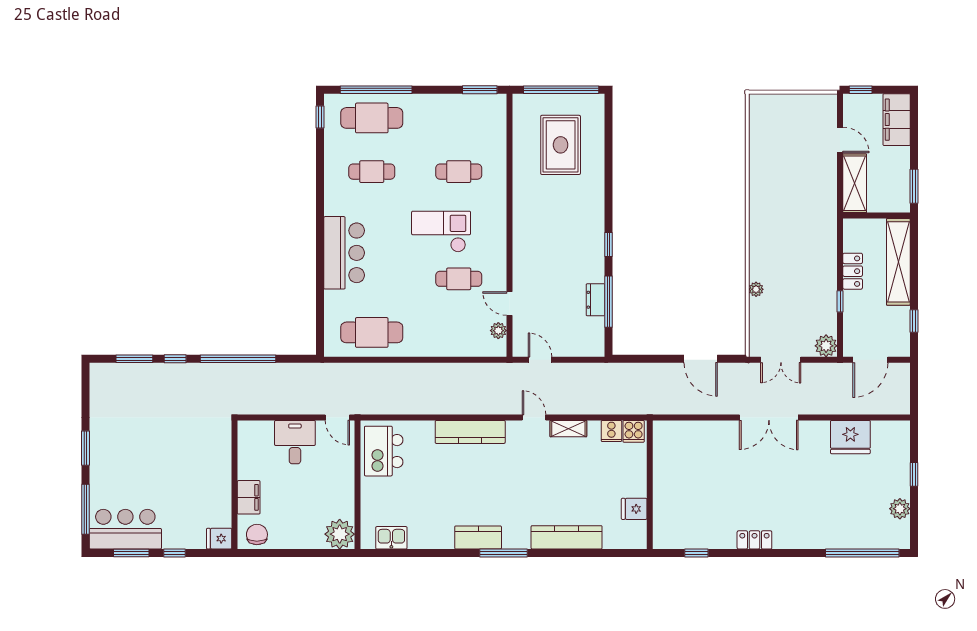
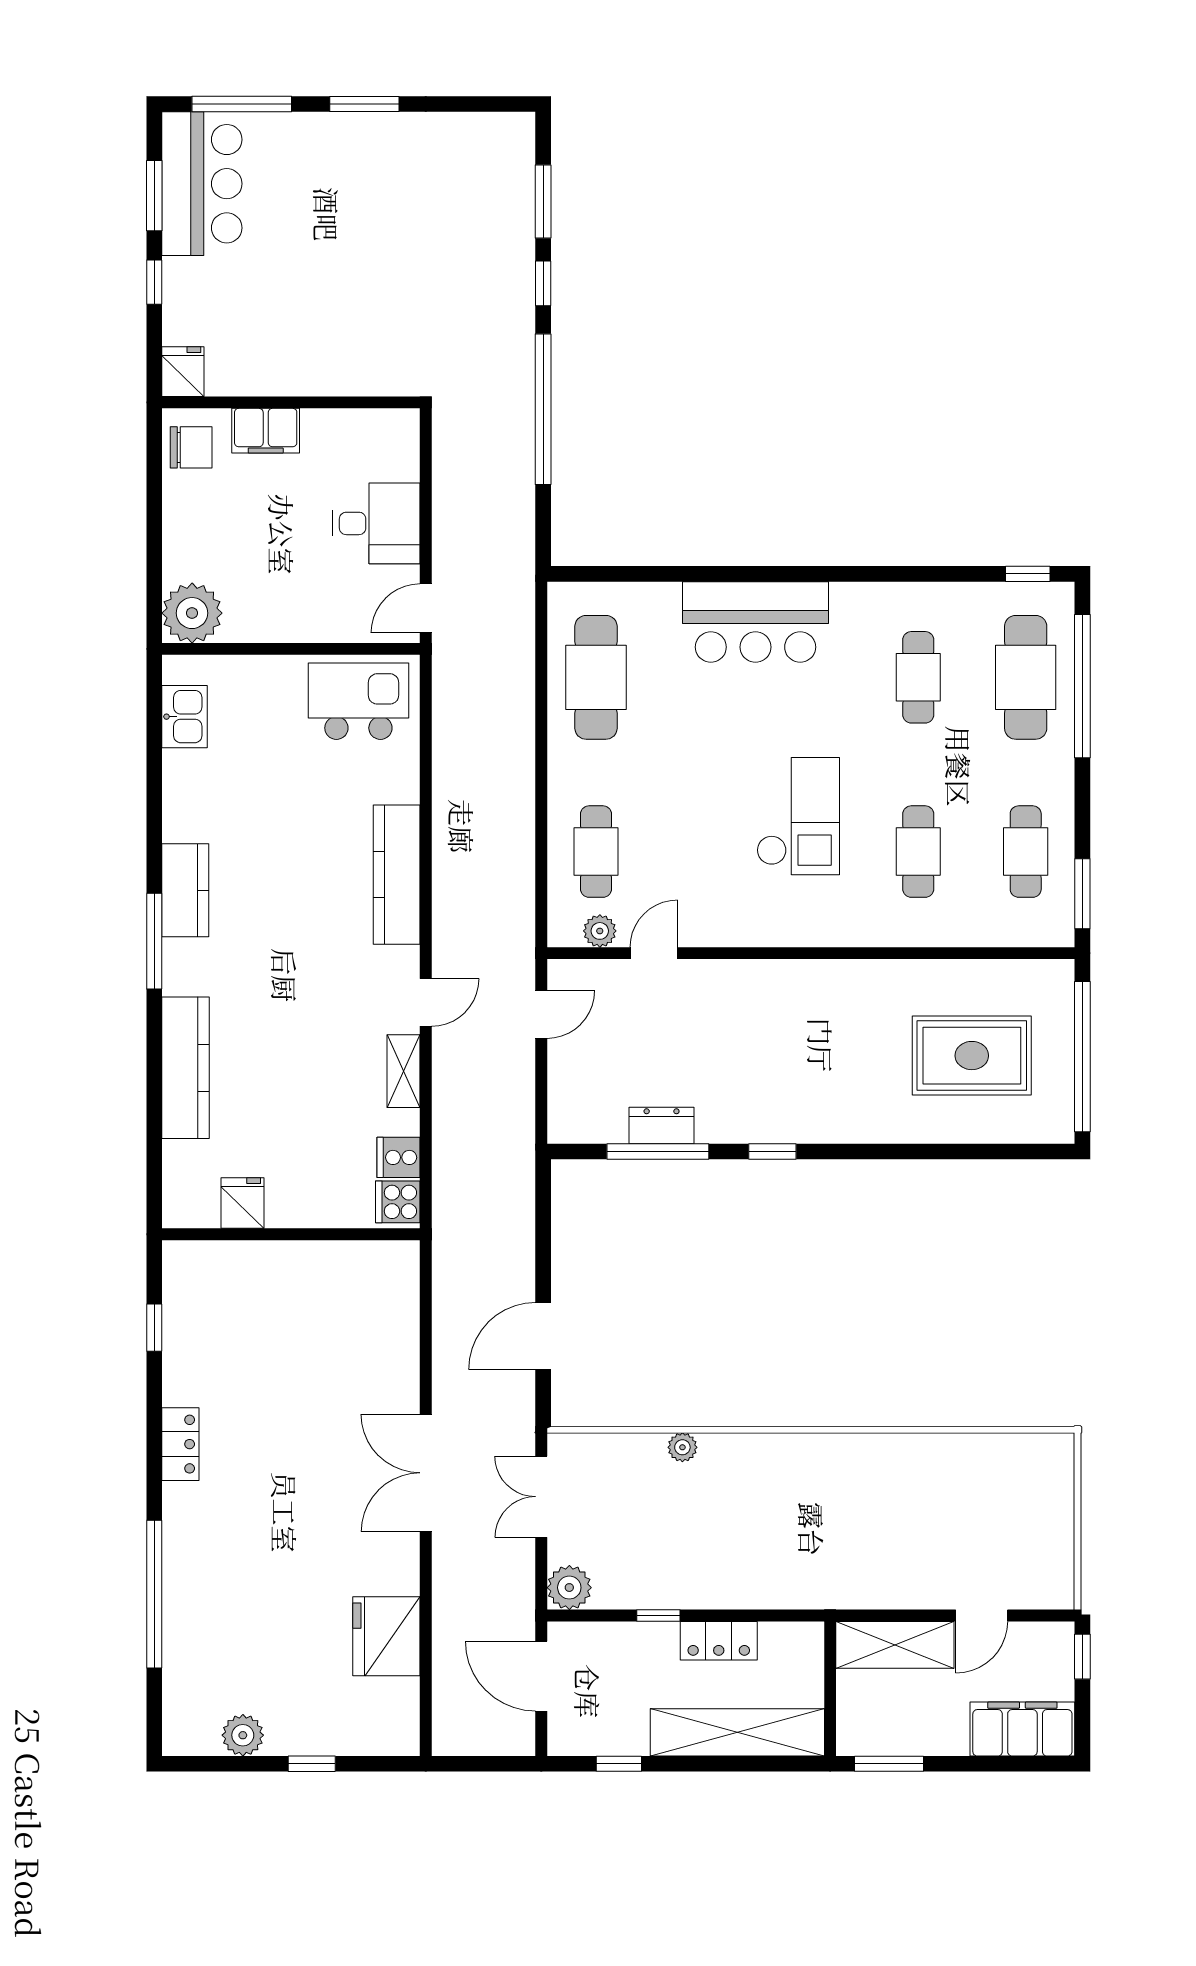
cafe table: (459, 118) -> (1026, 852), added
cafe table: (459, 279) -> (596, 852), moved
window: (862, 553) -> (154, 1594), moved

